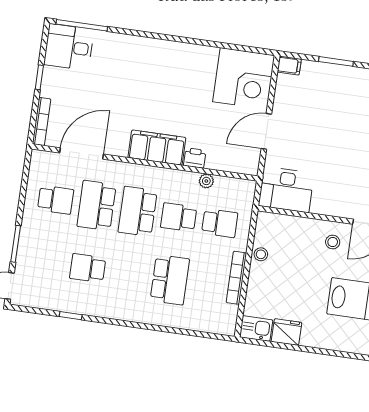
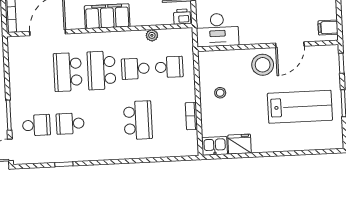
printer: (195, 158) -> (182, 17), moved
school desk: (55, 200) -> (36, 125), moved
stool: (333, 242) -> (263, 65), width x1.89, depth x1.89
stool: (261, 254) -> (220, 93), moved
bookcase: (236, 278) -> (191, 116), width x0.64

